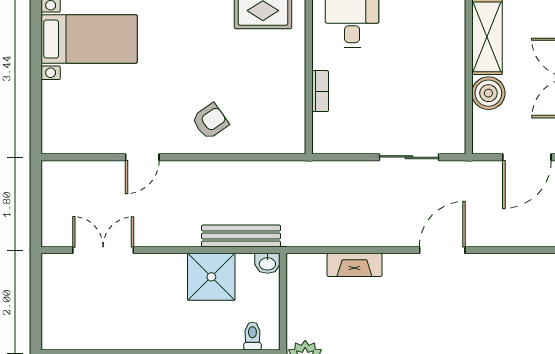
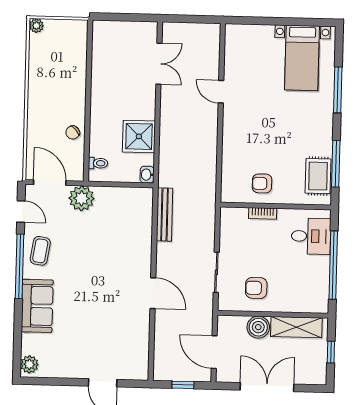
armchair: (431, 98) -> (256, 288), added
armchair: (210, 121) -> (262, 183), moved, turned 125
bench: (241, 236) -> (165, 215), moved
fireplace: (354, 265) -> (144, 233), removed

